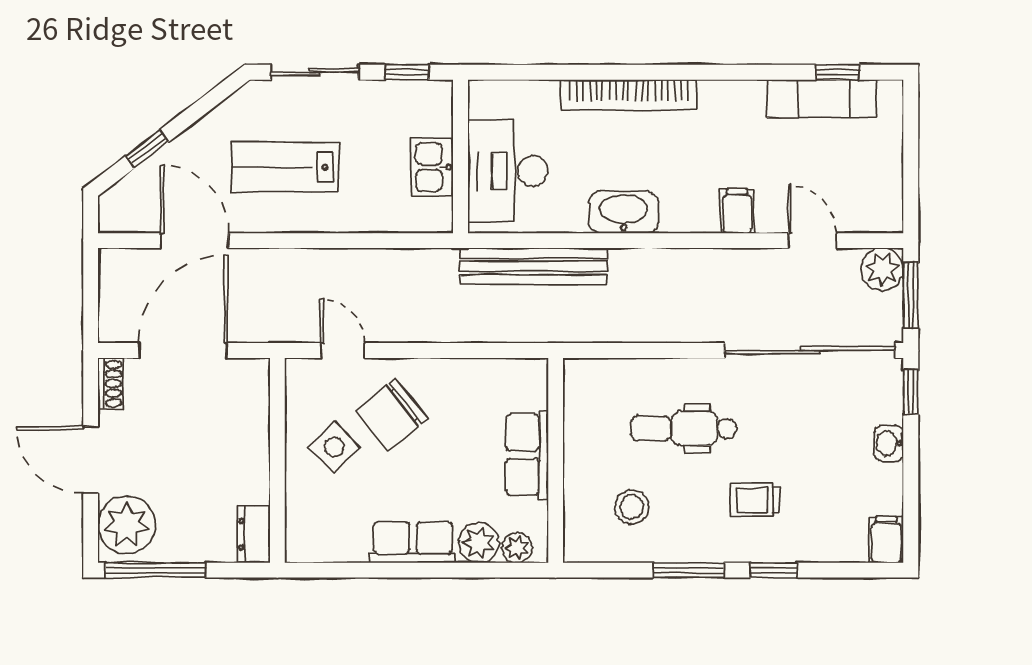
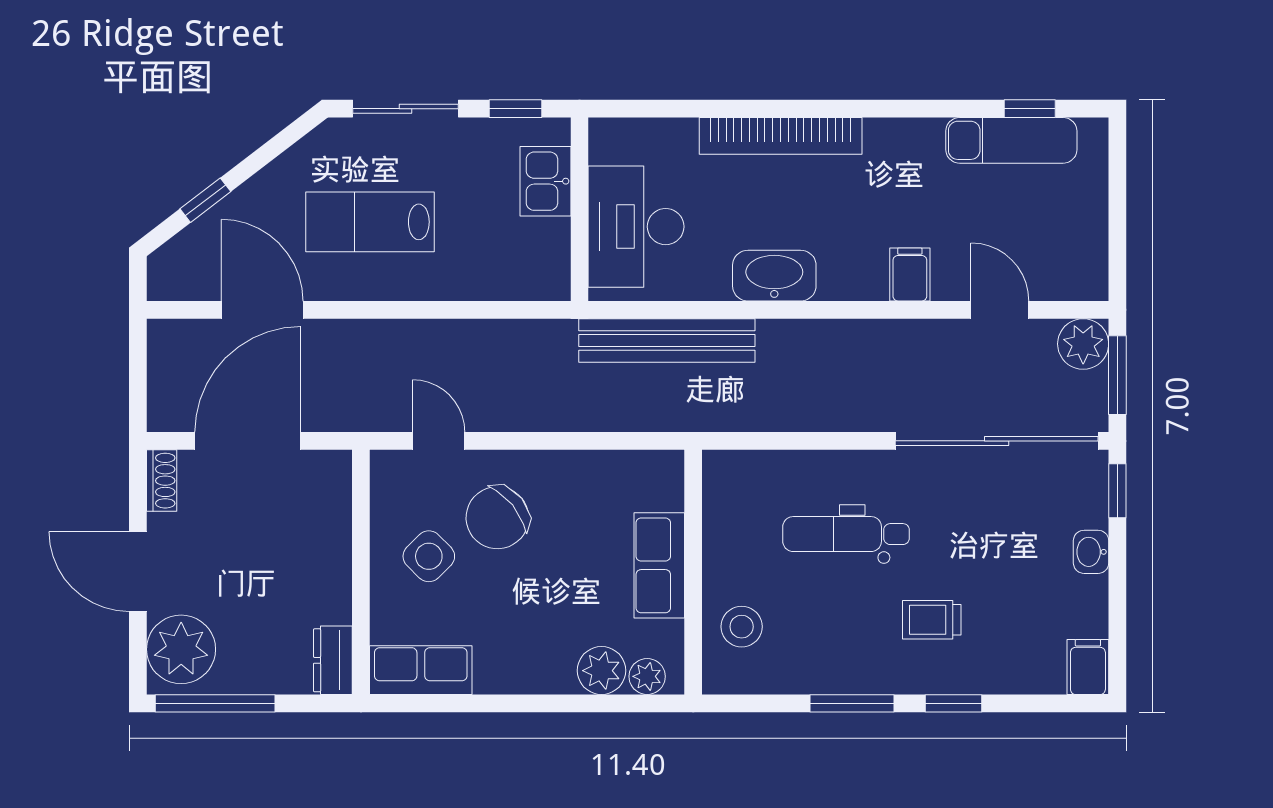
kitchen sink: (432, 167) -> (545, 181), moved
stool: (632, 507) -> (742, 627), moved
row of seats: (413, 542) -> (421, 670), moved

